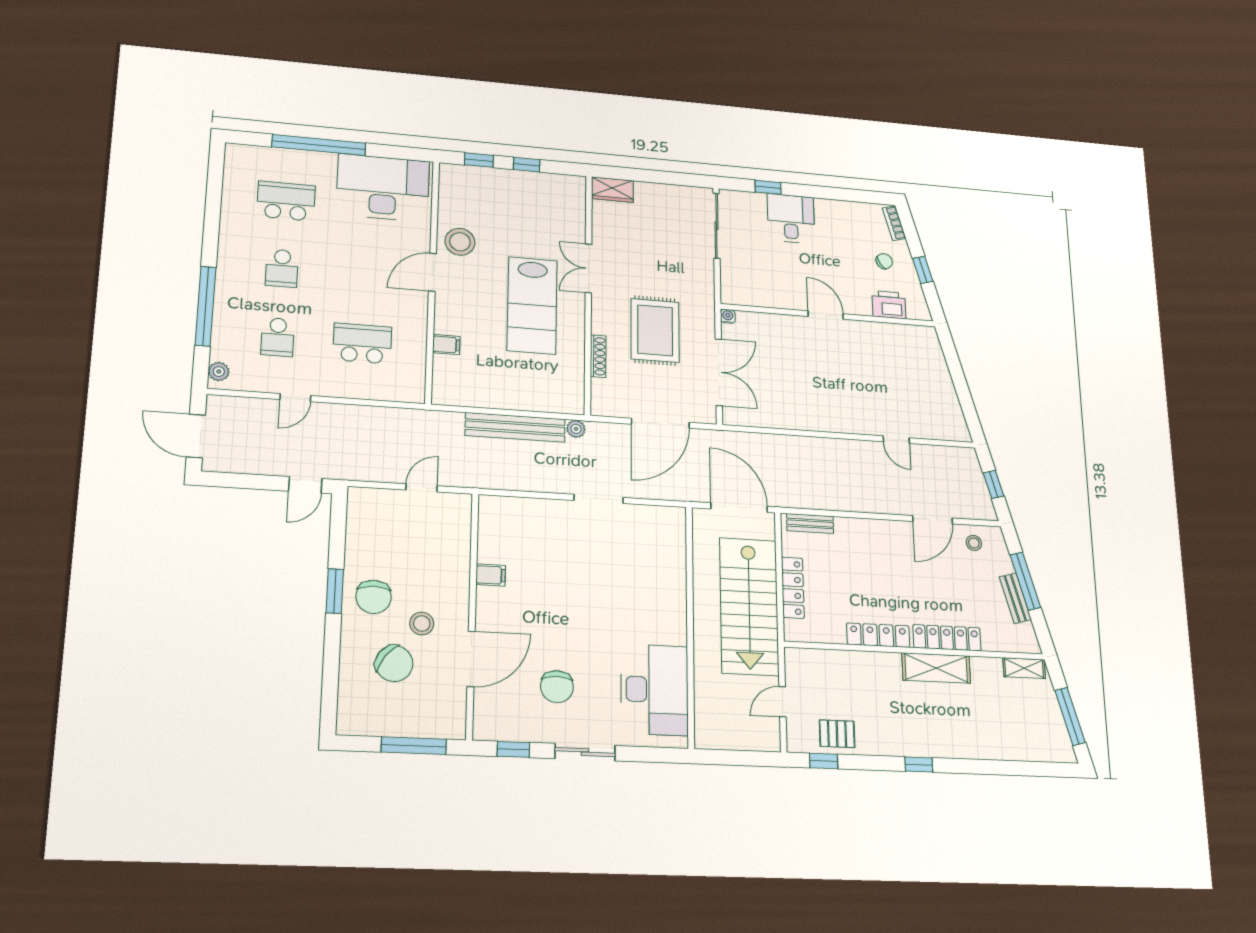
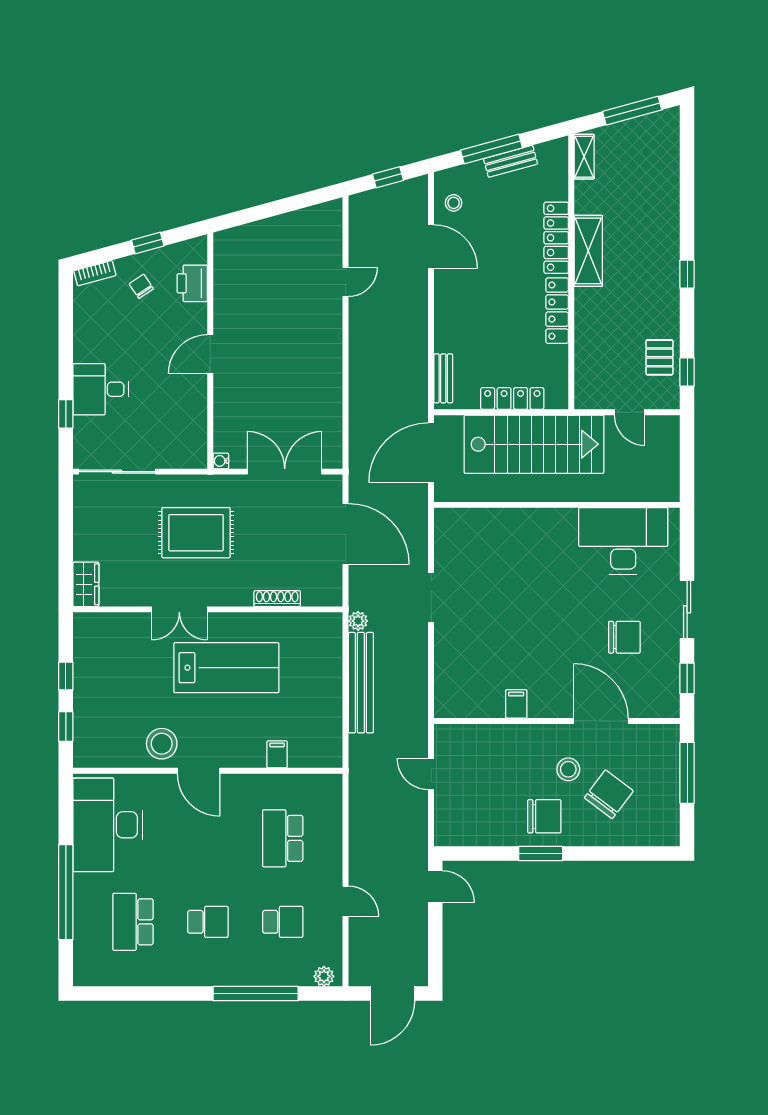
rug: (655, 330) -> (196, 533), moved

